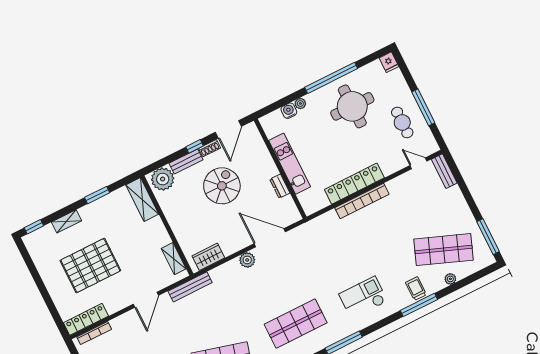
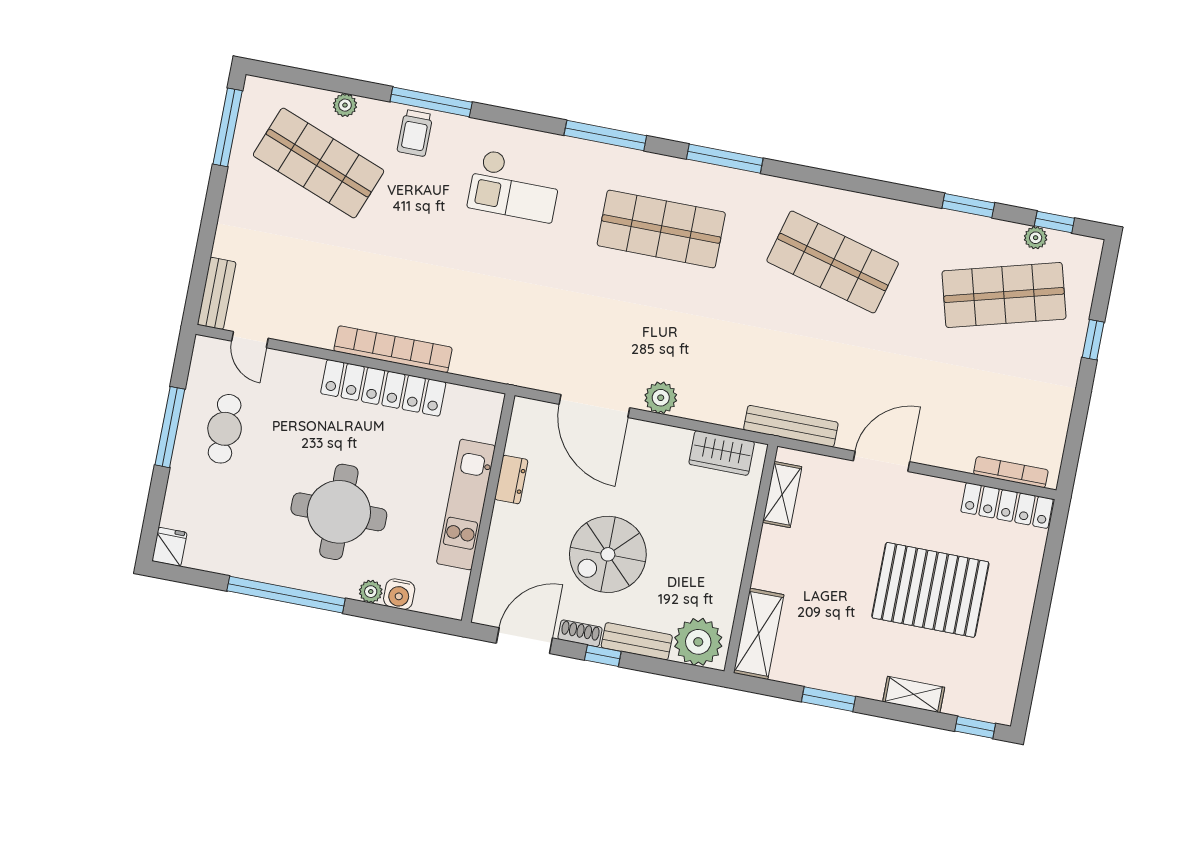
round table: (352, 106) -> (339, 512), moved

